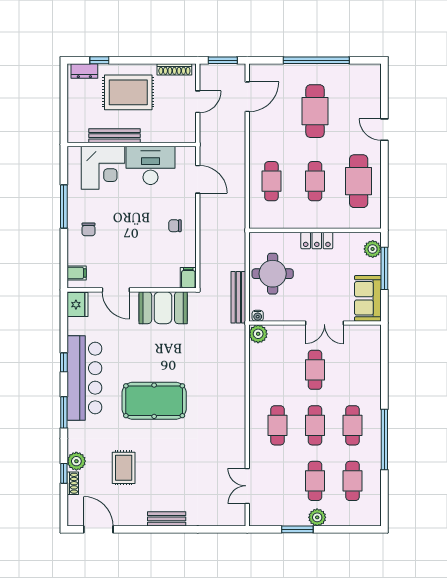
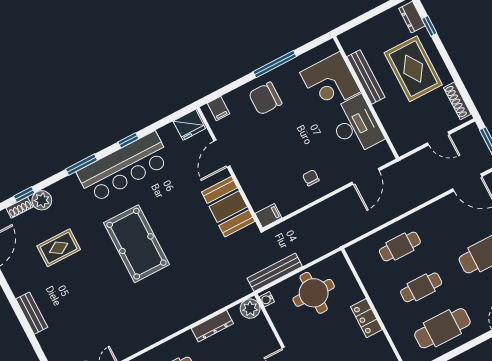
chair: (89, 229) -> (265, 98), width x1.87, depth x1.87
dresser: (256, 373) -> (212, 326), added

